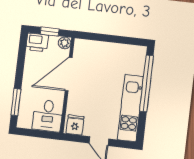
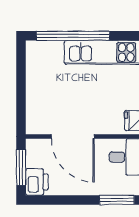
window: (50, 32) -> (21, 167), width x1.50
plant: (65, 43) -> (33, 147), removed

